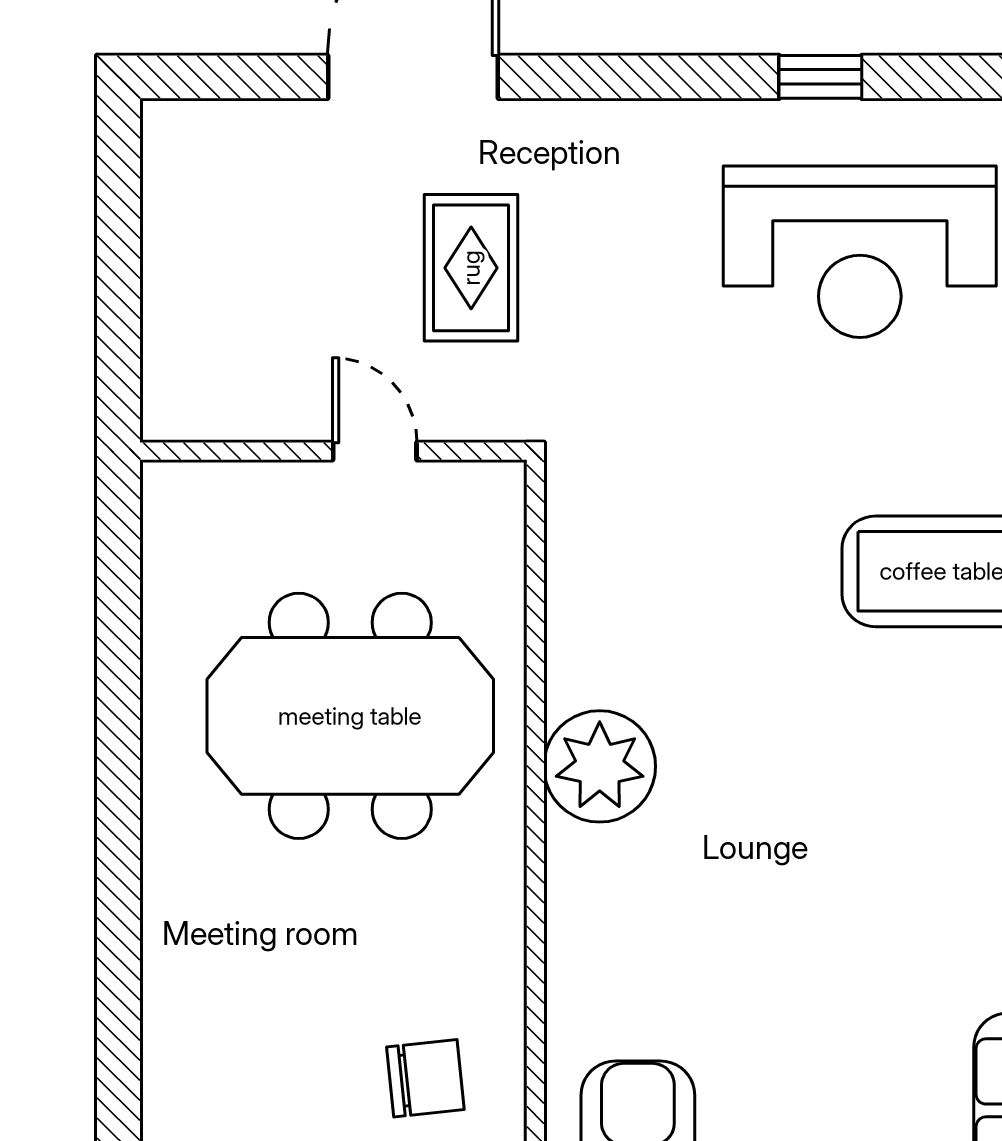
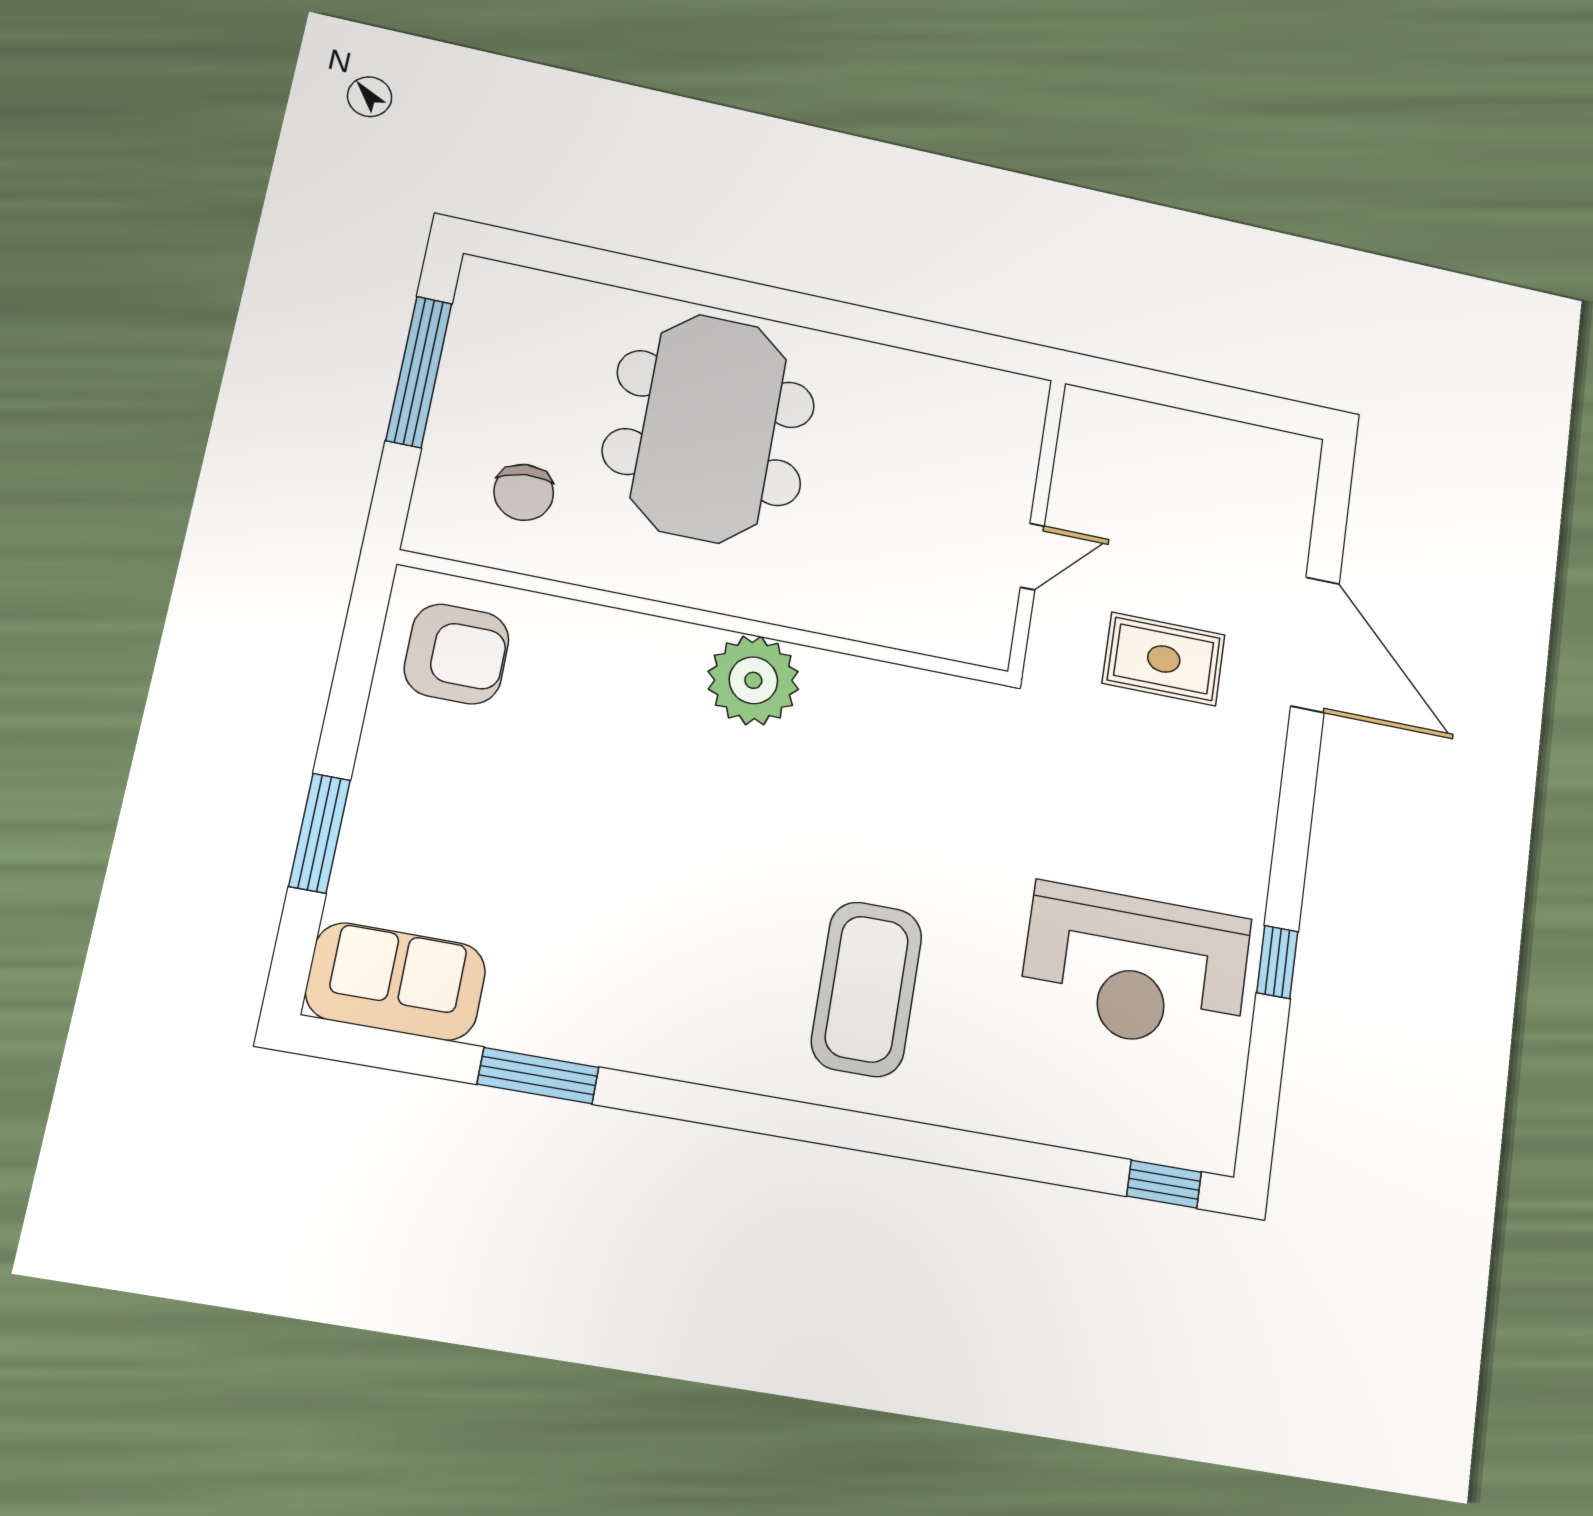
reception desk: (860, 252) -> (1135, 968), turned -90
meeting table: (350, 716) -> (709, 428), moved

